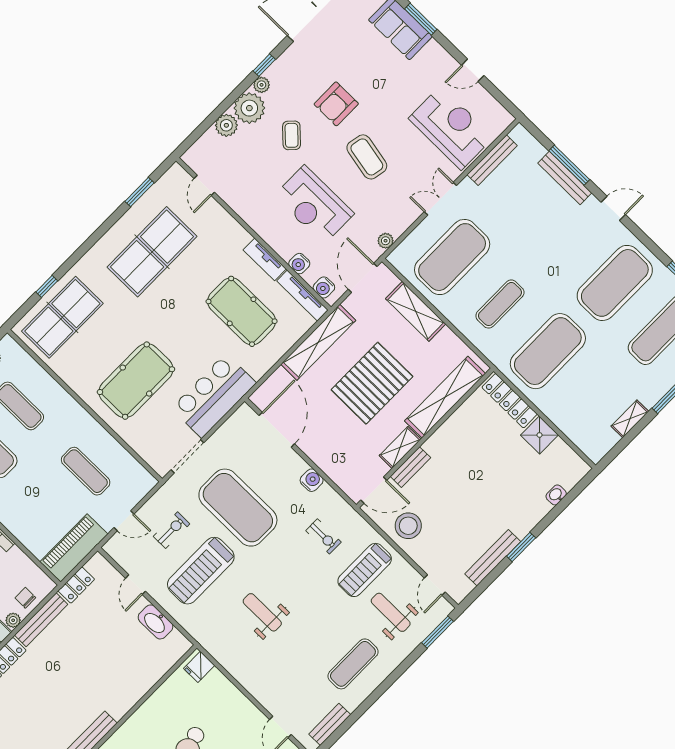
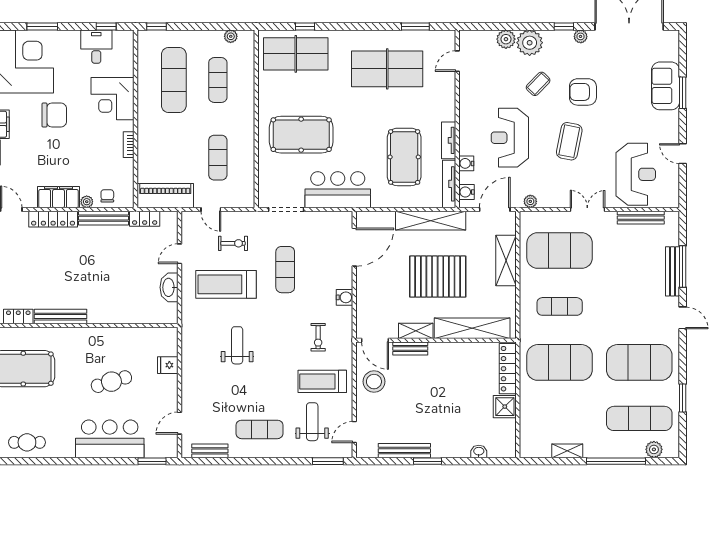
plant: (262, 85) -> (581, 36), moved
exercise mat: (238, 508) -> (285, 270), width x0.50, depth x0.69
fridge: (199, 667) -> (168, 365), moved

